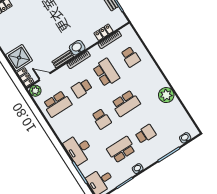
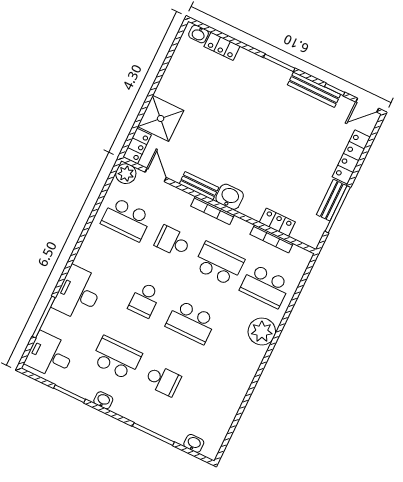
school desk: (131, 57) -> (265, 286), width x1.85
school desk: (106, 73) -> (219, 264), turned -90
plant: (166, 95) -> (262, 331), moved

